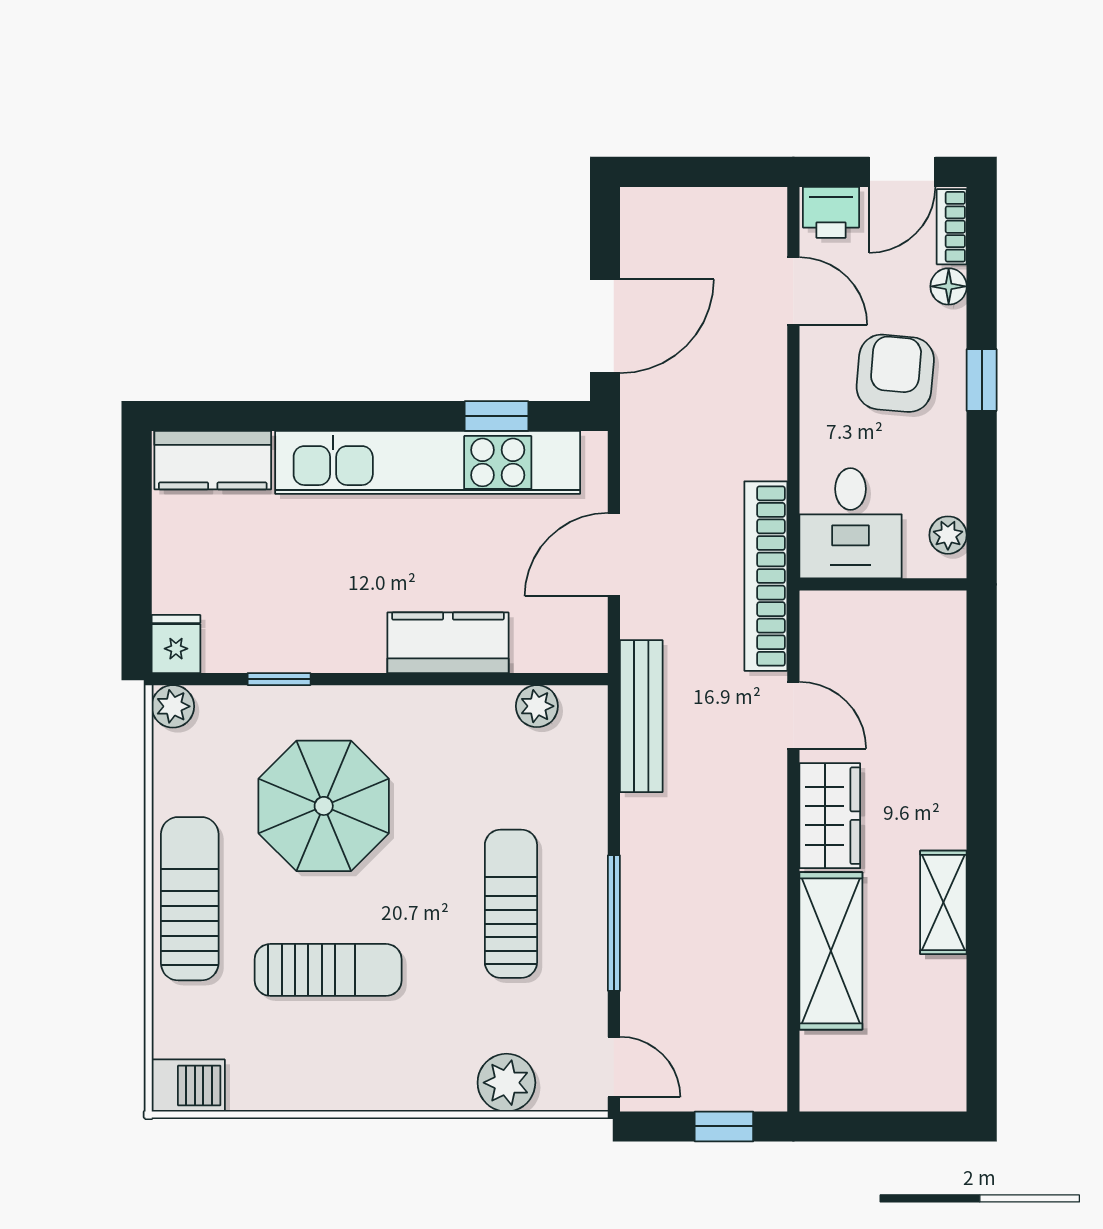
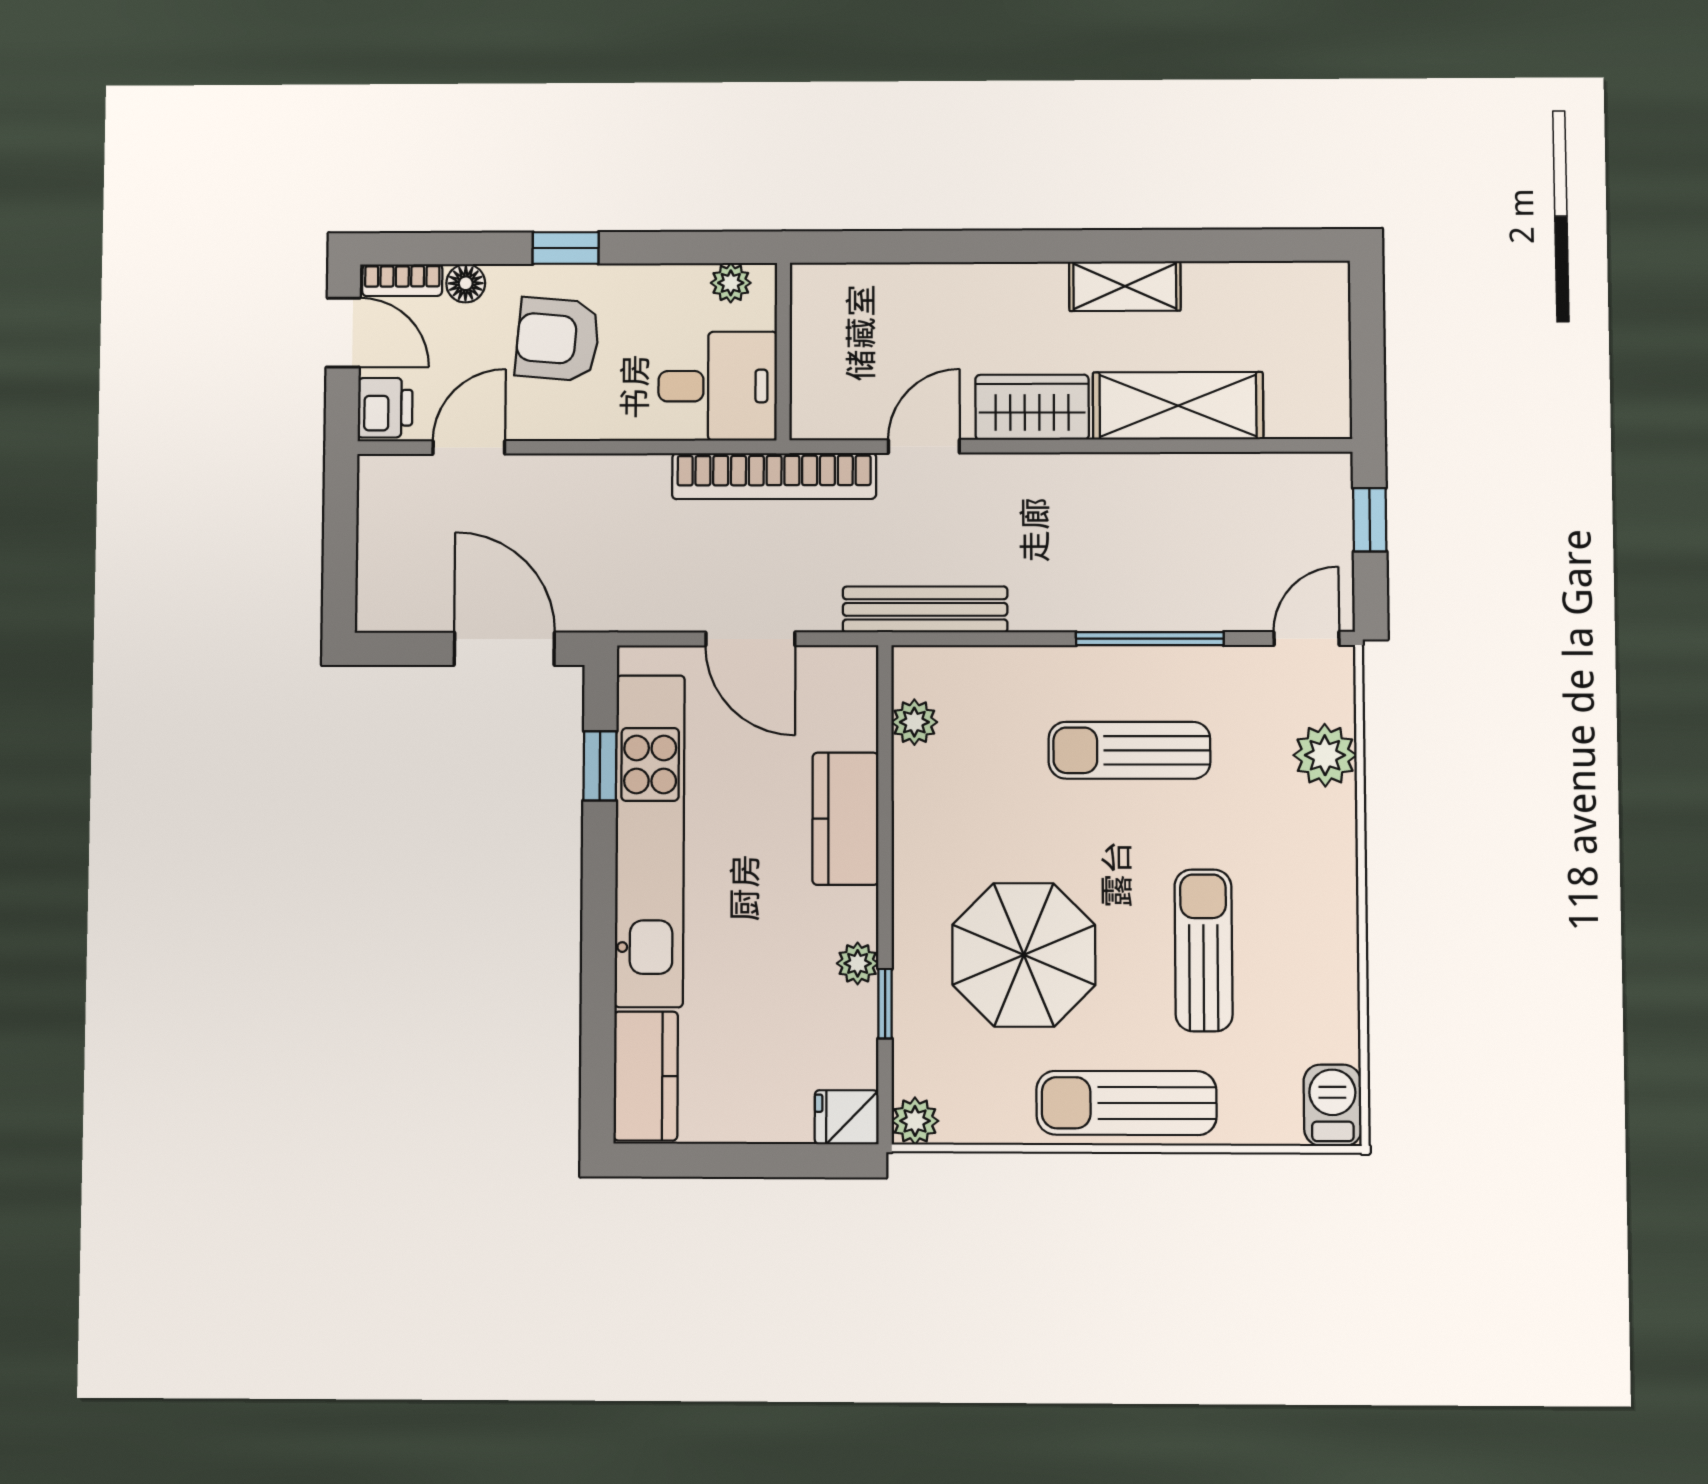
plant: (316, 654) -> (858, 963), added

